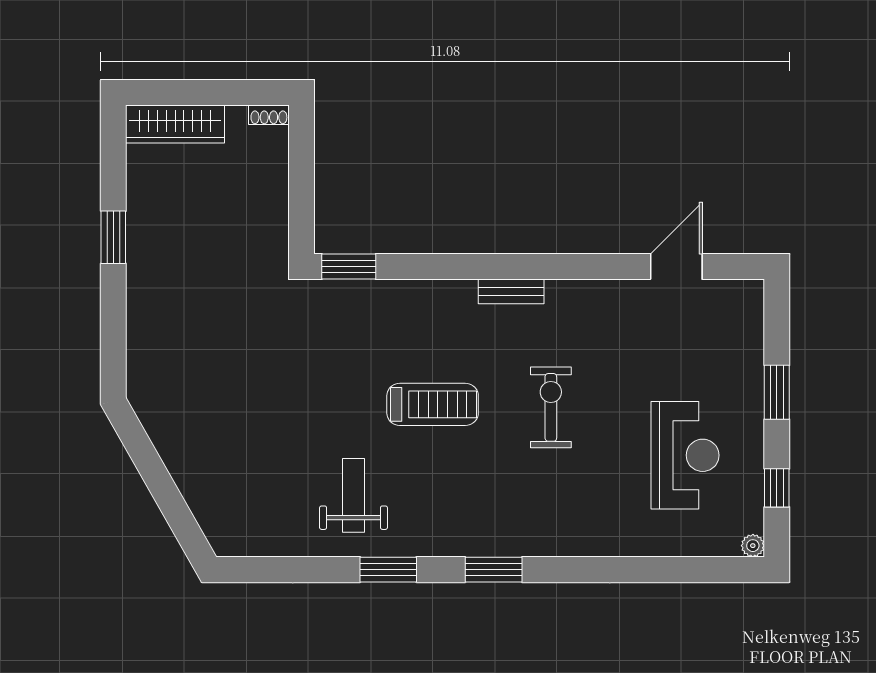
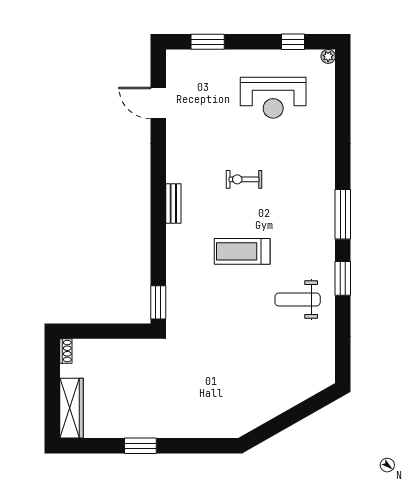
window: (777, 392) -> (208, 42), moved
treadmill: (433, 404) -> (242, 251), turned -90
exercise bike: (551, 407) -> (244, 179), width x0.73, depth x0.72
reception desk: (685, 455) -> (273, 98), turned 180
window: (494, 570) -> (343, 214), width x1.44

